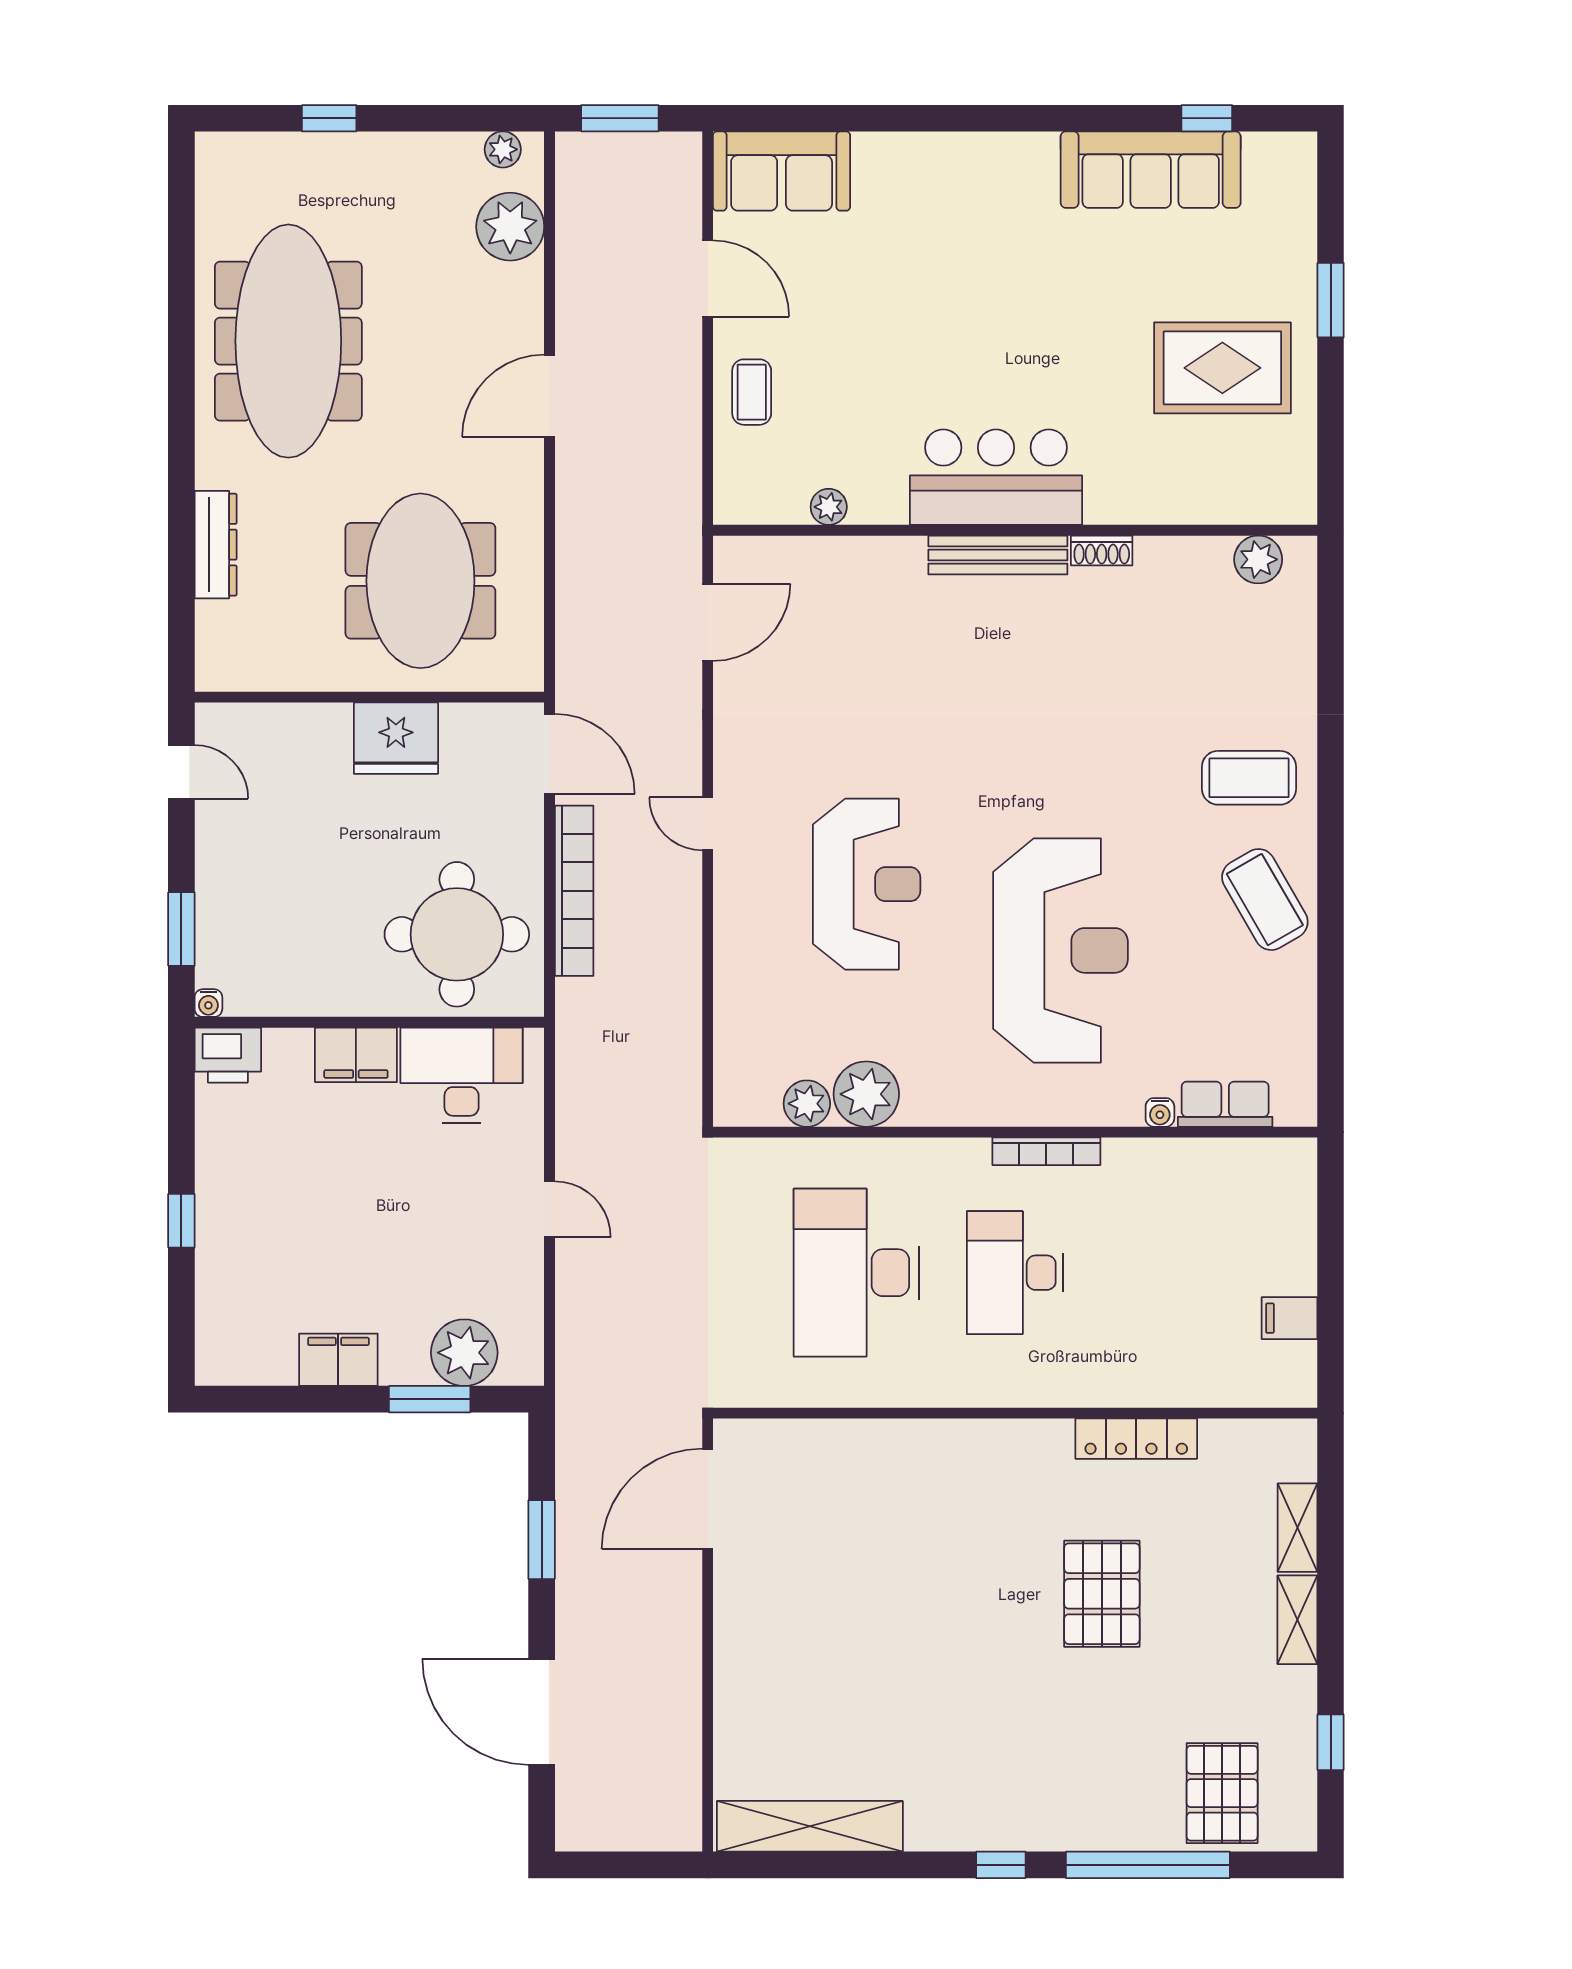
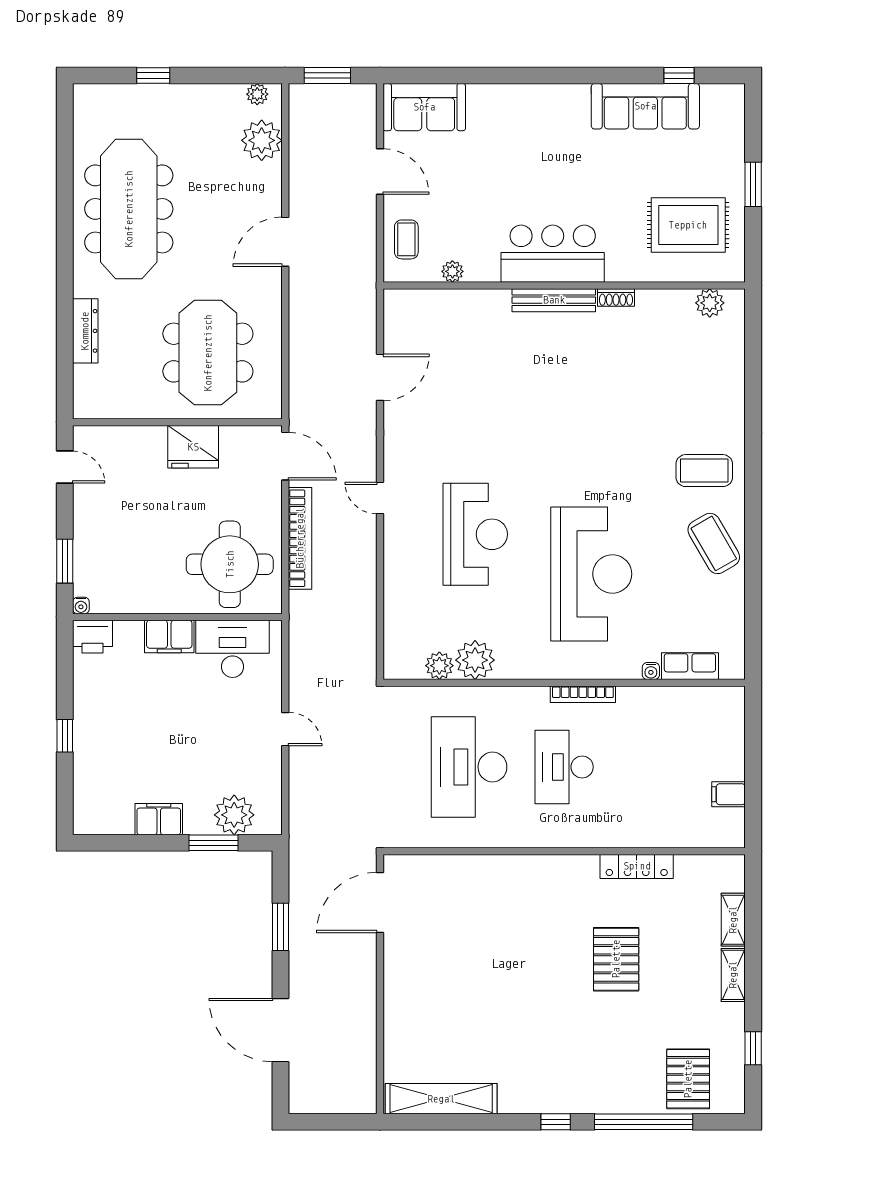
bar counter: (996, 477) -> (553, 254), moved
plant: (829, 507) -> (452, 271), moved
wall: (1015, 530) -> (564, 285), moved
shoe rack: (1102, 550) -> (616, 298), moved
bench: (998, 555) -> (554, 300), moved
plant: (1258, 559) -> (710, 303), moved

